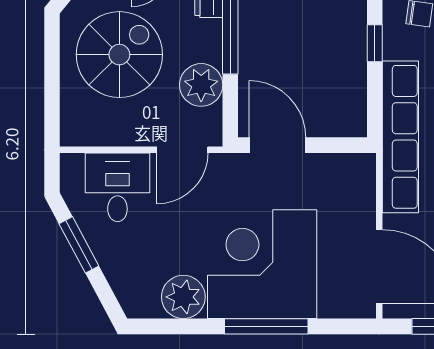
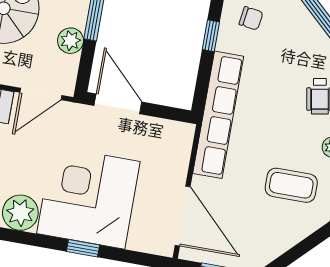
plant: (201, 85) -> (71, 41), width x0.73, depth x0.73
window: (266, 326) -> (83, 248), width x0.46

